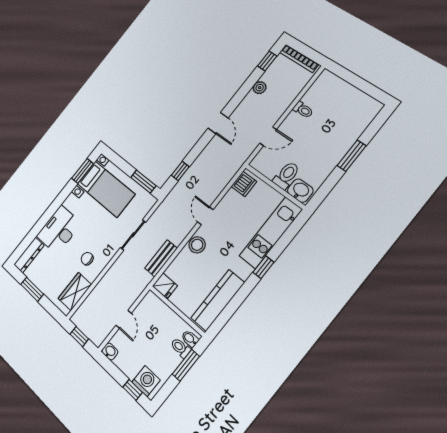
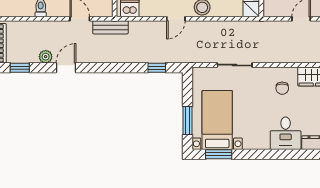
door: (218, 123) -> (66, 68), moved
window: (143, 181) -> (187, 121), moved
desk: (59, 230) -> (286, 133), width x0.73
bench: (161, 258) -> (110, 27), moved

